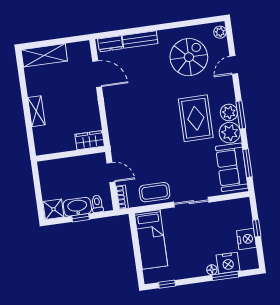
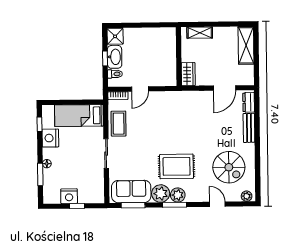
wardrobe: (90, 140) -> (188, 74), moved
wall: (71, 154) -> (179, 57), moved
nightstand: (228, 263) -> (50, 138), moved

